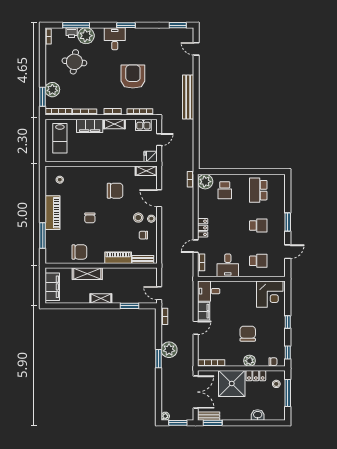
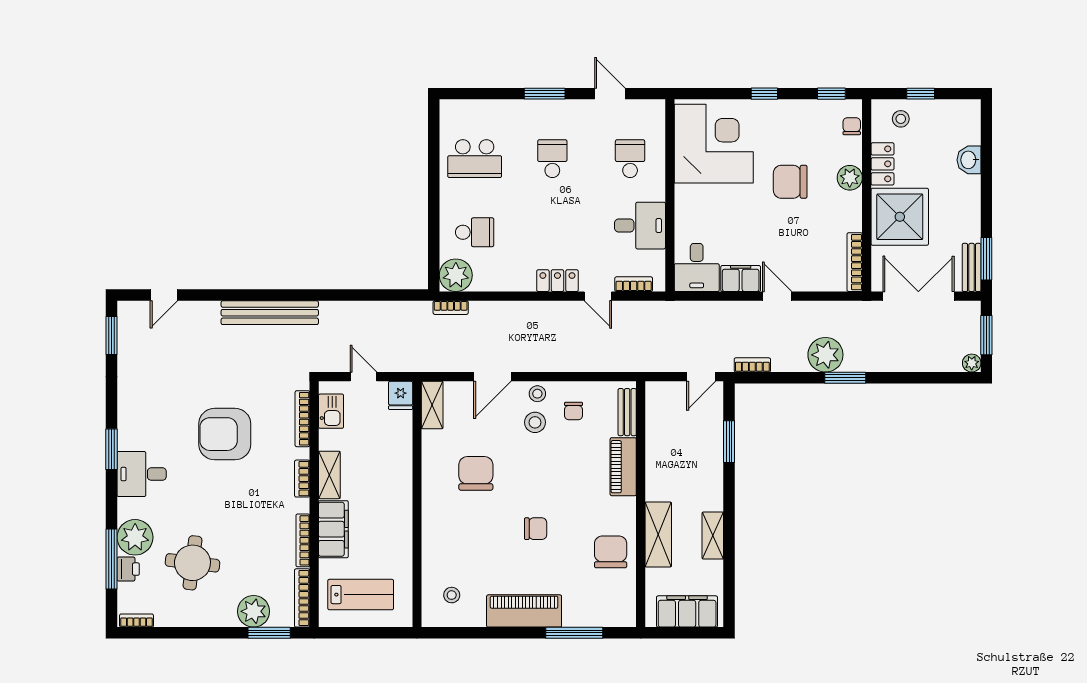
corner desk: (270, 294) -> (714, 144), width x1.36, depth x1.36
shelving: (101, 298) -> (713, 536), moved
window: (288, 393) -> (921, 94), width x0.46

